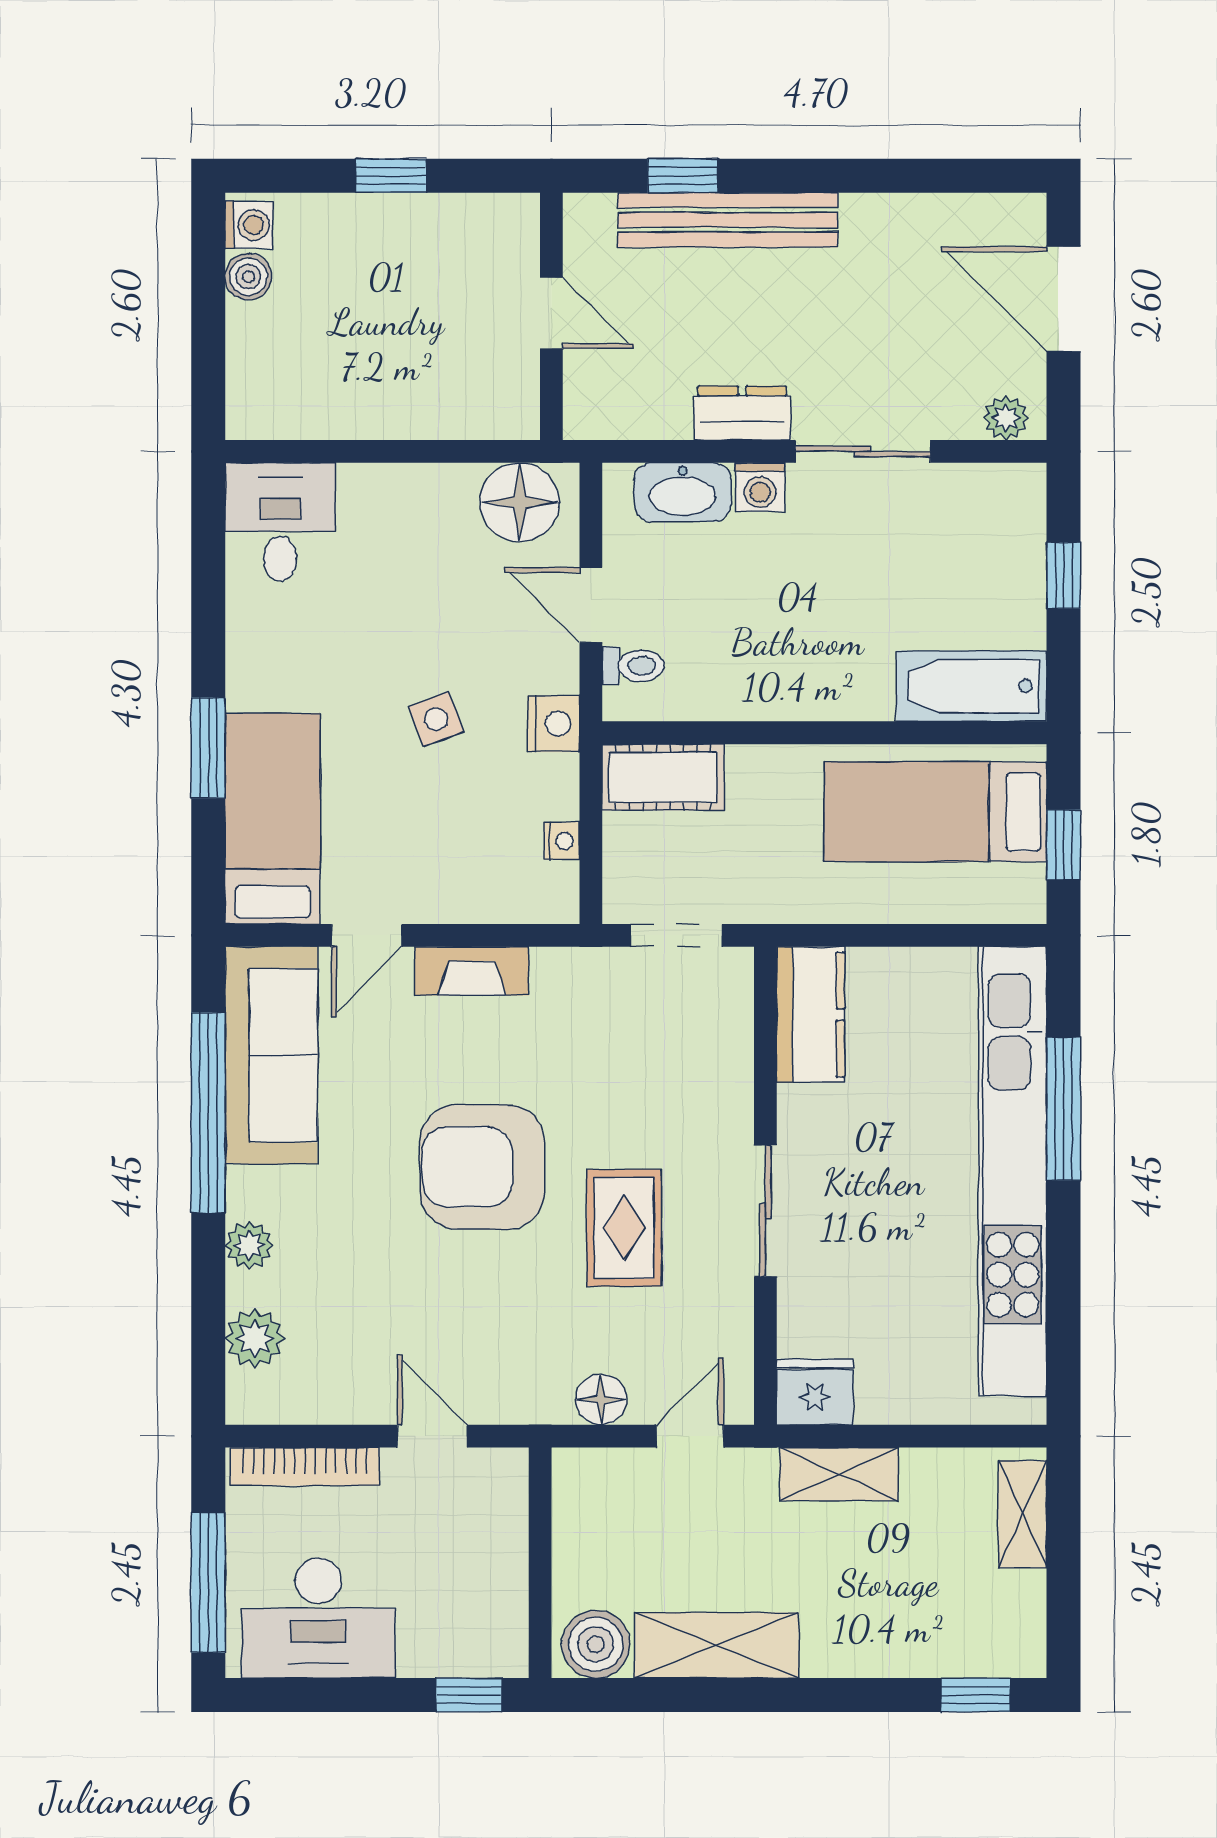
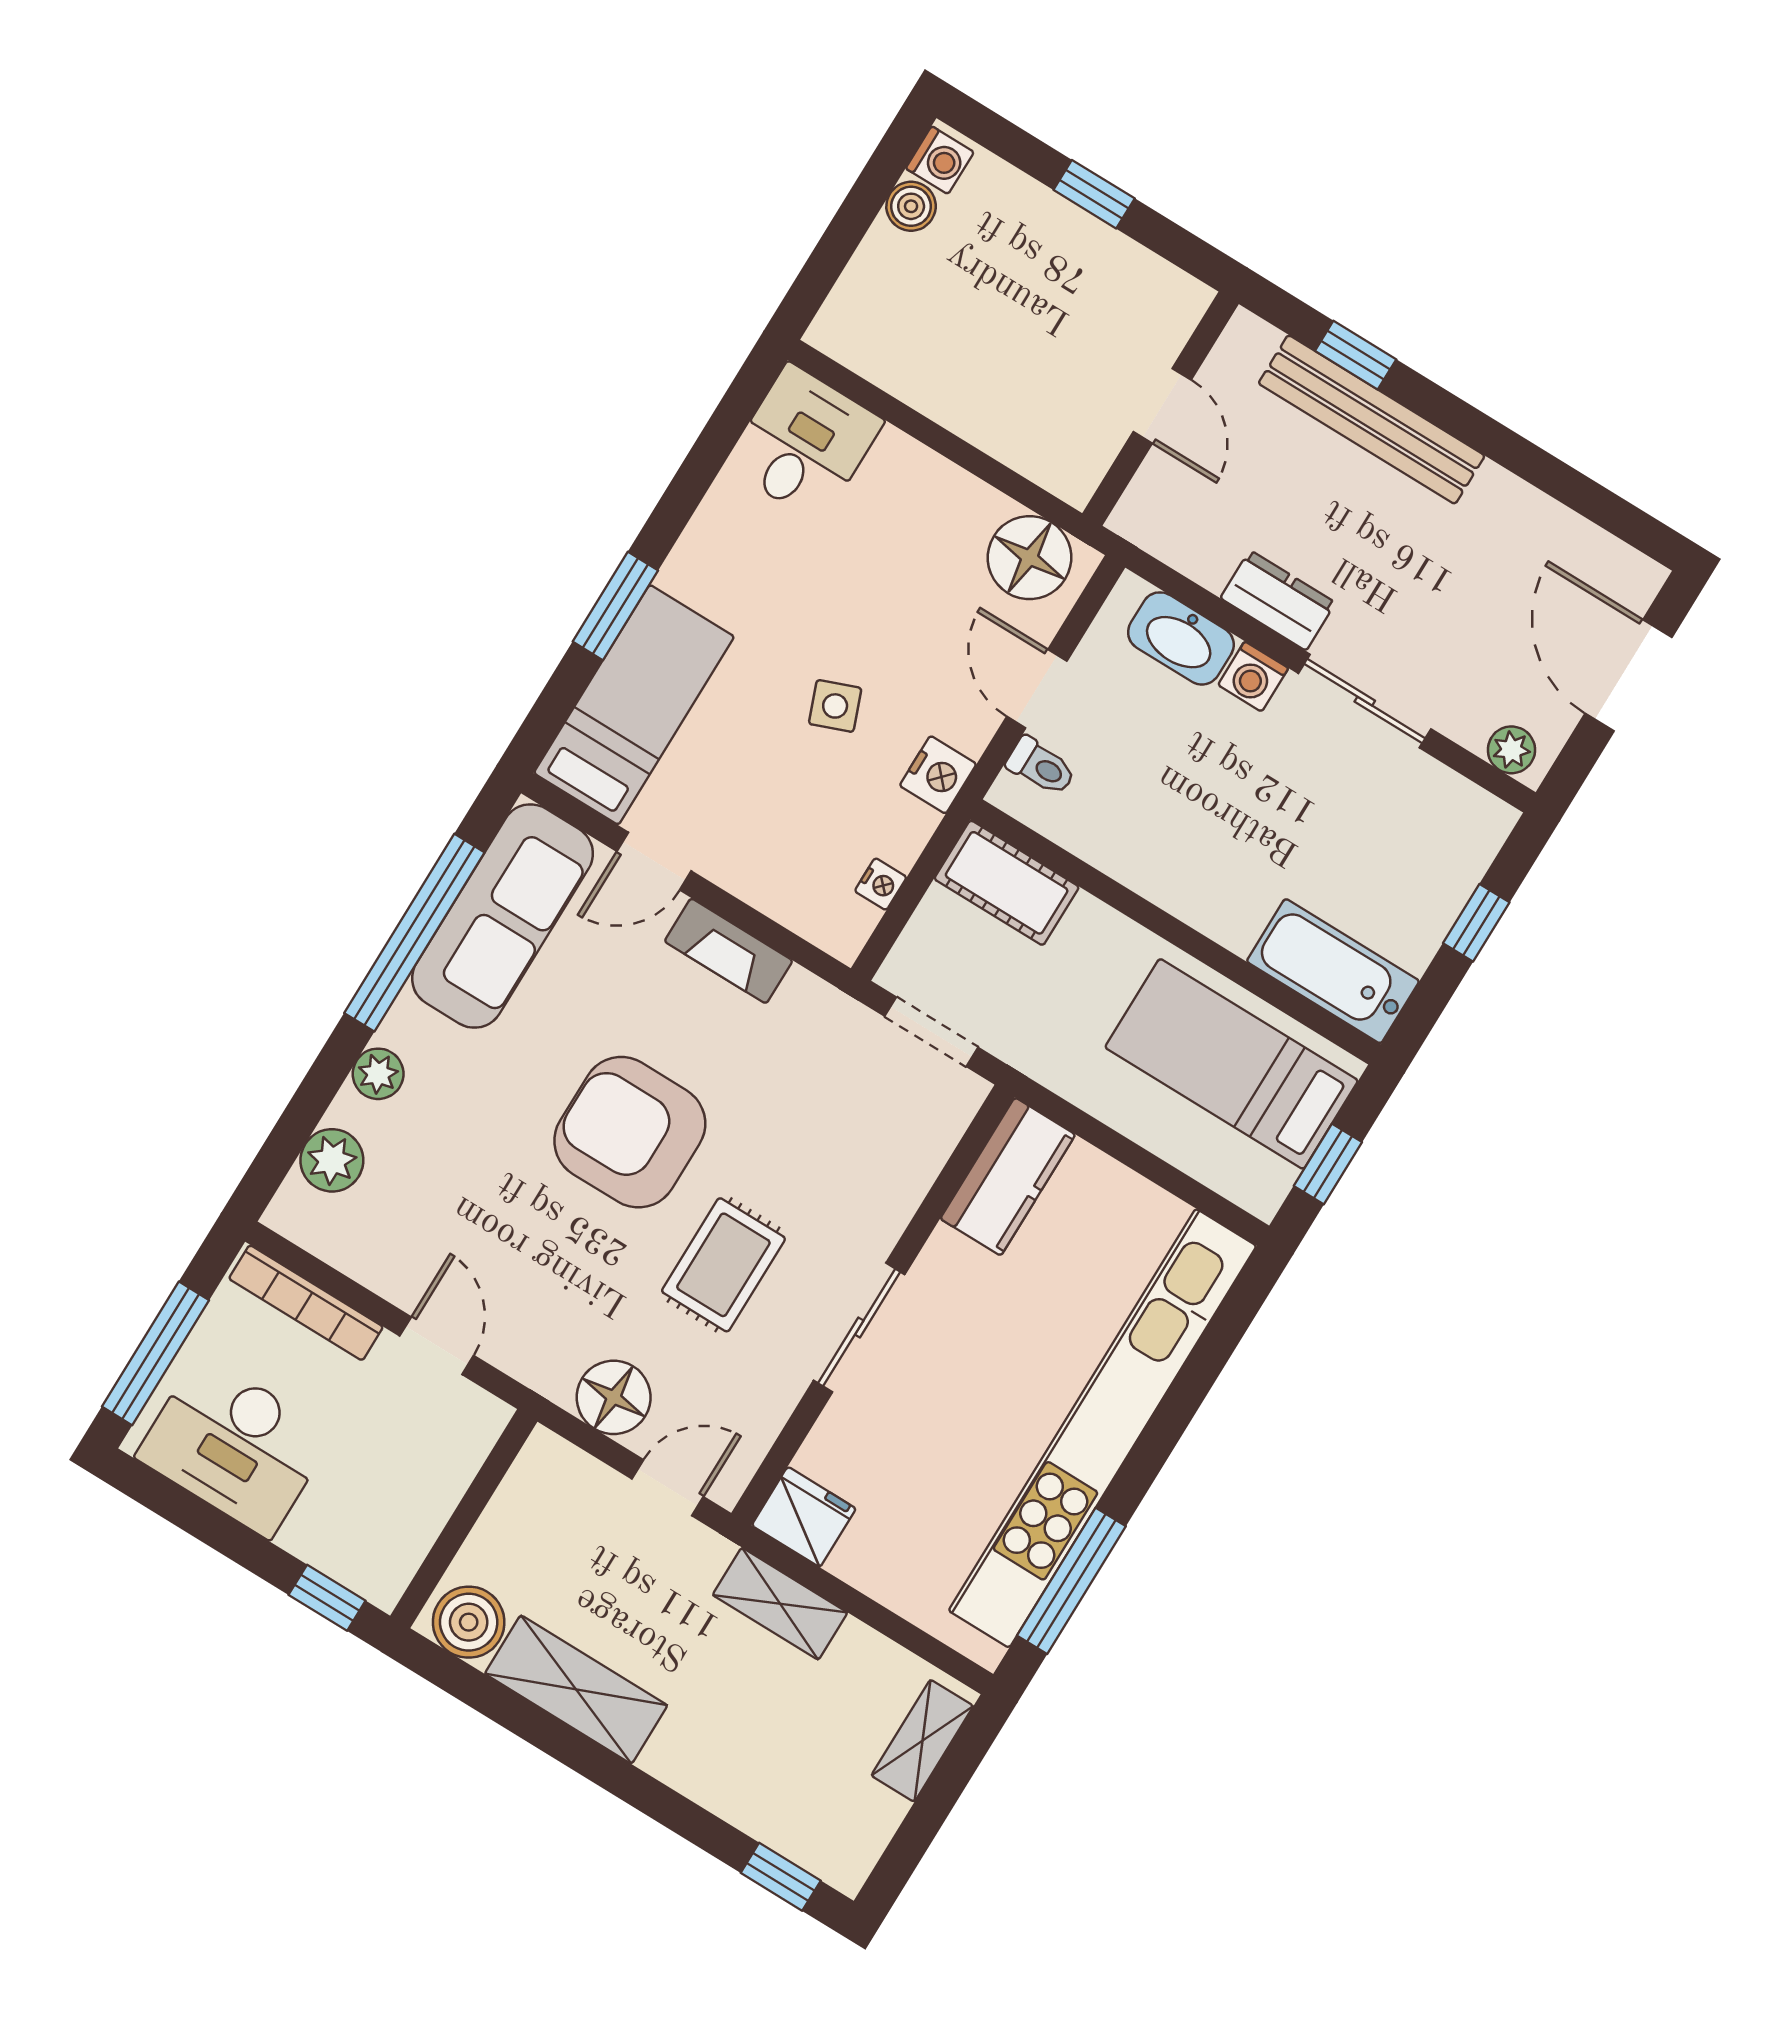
window: (1064, 1109) -> (1071, 1581), moved
floor lamp: (601, 1399) -> (614, 1397), width x1.38, depth x1.38

